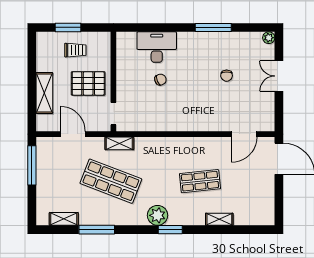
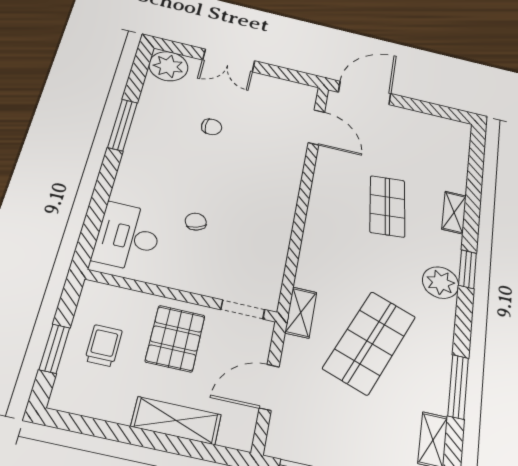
plant: (269, 38) -> (168, 66), width x1.88, depth x1.88
desk: (157, 47) -> (128, 237), moved
shelving: (219, 219) -> (454, 212), moved

